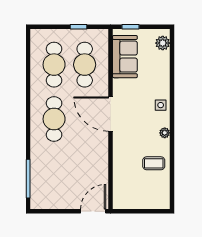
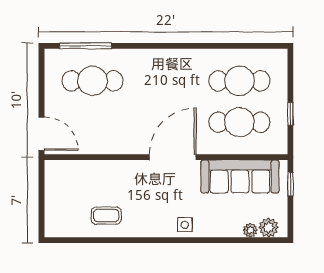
sofa: (125, 57) -> (240, 177), width x1.36
cafe table: (54, 119) -> (93, 81), moved
plant: (165, 133) -> (250, 230), moved
coffee table: (154, 163) -> (106, 216), turned 90

